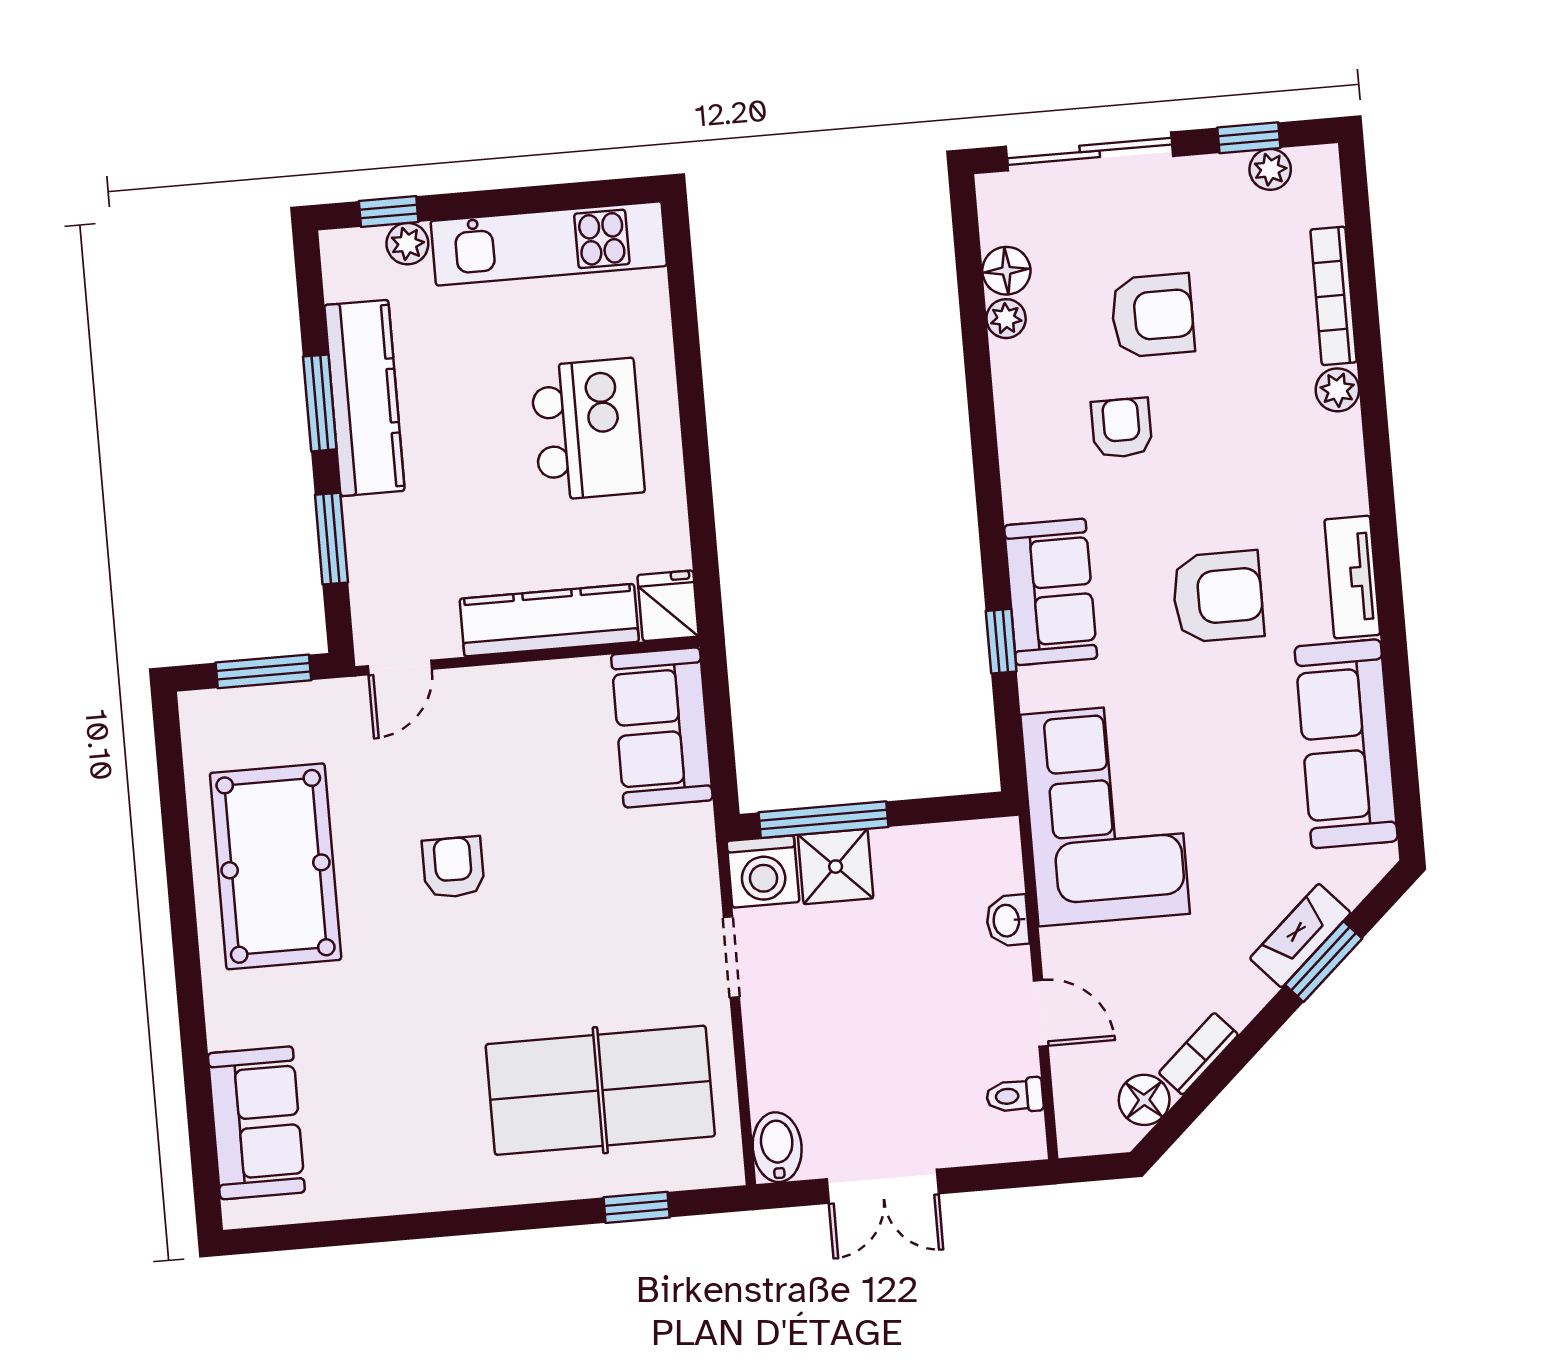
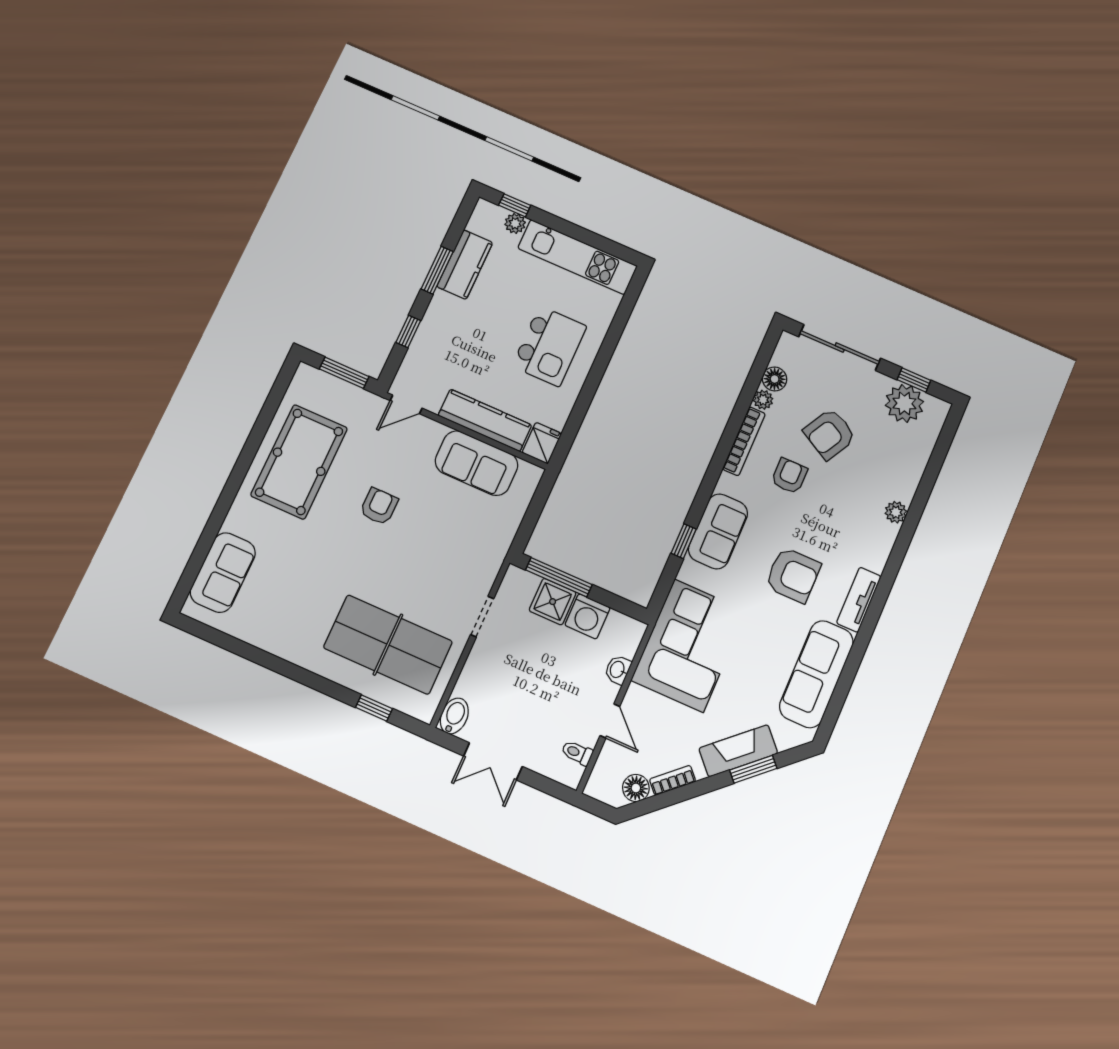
plant: (1270, 169) -> (904, 403), width x1.88, depth x1.88
bookcase: (1333, 296) -> (744, 441), moved, turned 180
armchair: (1153, 315) -> (830, 434), turned 119
kitchen counter: (364, 398) -> (465, 265), width x0.67
window: (331, 539) -> (408, 332), width x0.67
sofa: (662, 727) -> (477, 463), moved, turned -90
washing machine: (763, 871) -> (588, 616), moved
fireplace: (1300, 936) -> (738, 751), width x1.37, depth x1.32

